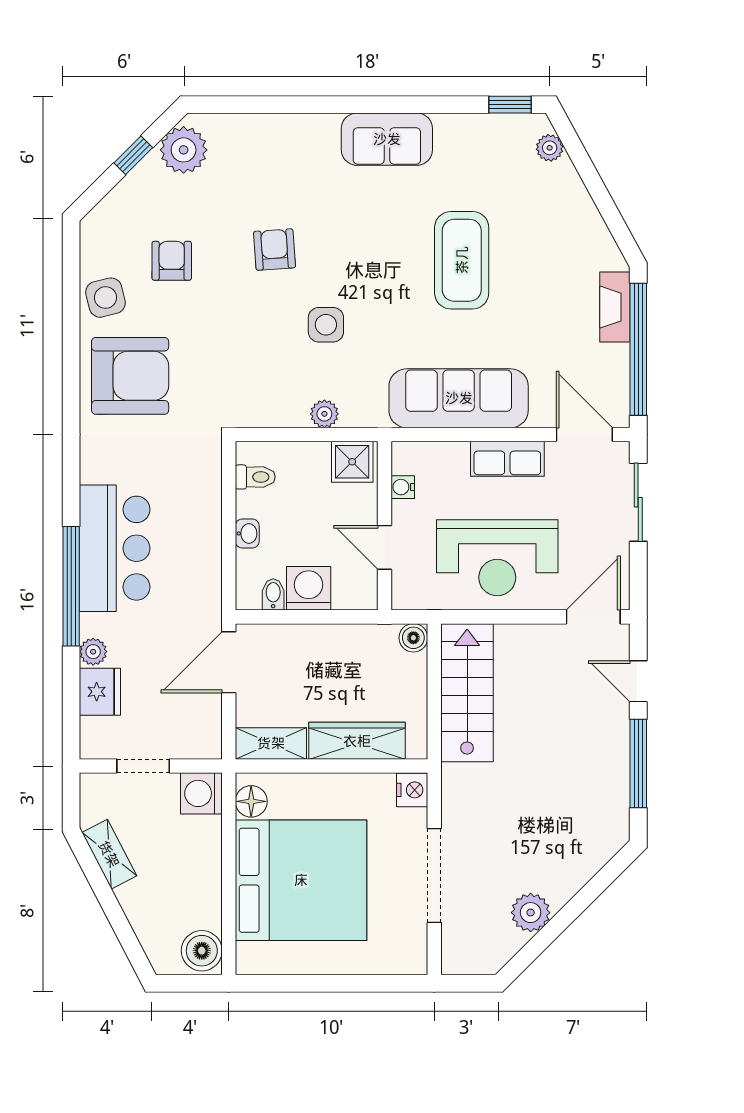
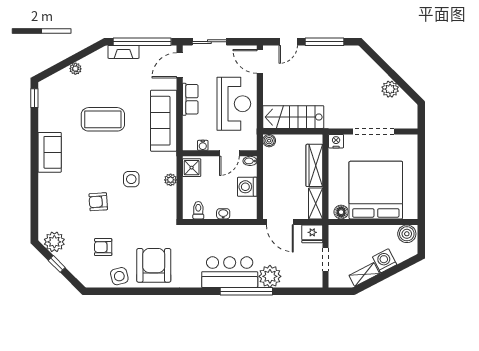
plant: (550, 148) -> (75, 69), moved
bidet: (273, 594) -> (250, 161), moved
plant: (93, 652) -> (270, 276), width x1.87, depth x1.87
fridge: (100, 692) -> (312, 234), moved, turned 180
washing machine: (201, 793) -> (385, 261), moved, turned 153

